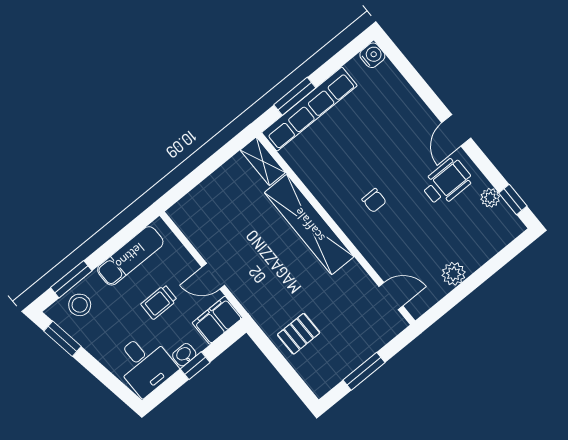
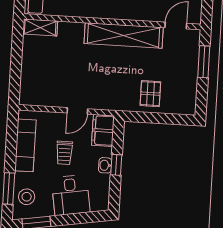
shelving: (309, 225) -> (124, 35), moved
desk: (145, 364) -> (71, 195), moved, turned 81
window: (364, 371) -> (204, 62), moved

